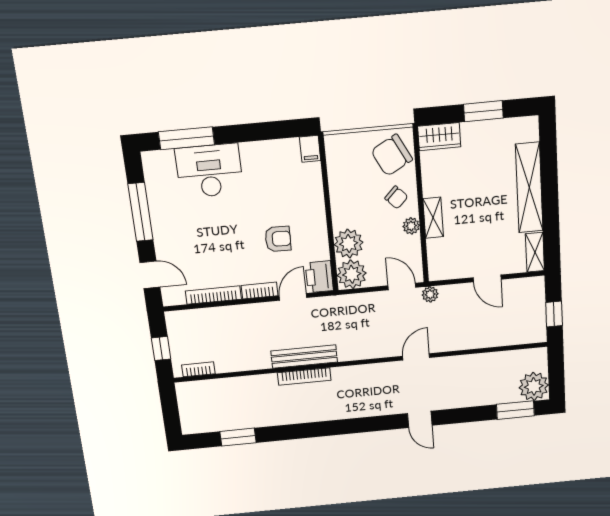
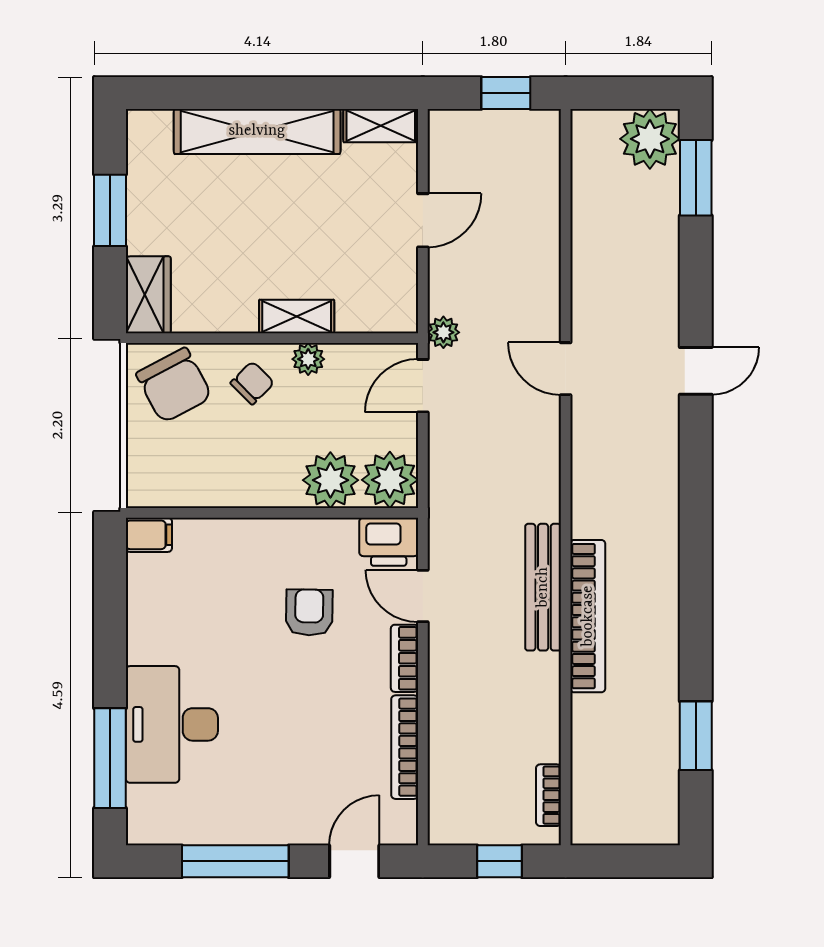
bookcase: (304, 376) -> (588, 616), width x1.48, depth x1.31

